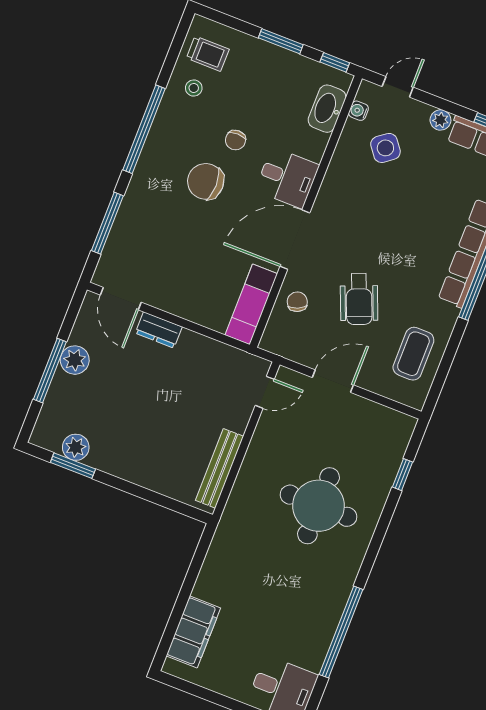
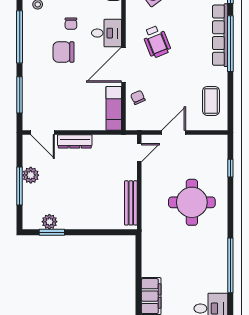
wheelchair: (359, 299) -> (156, 42), moved
dresser: (159, 330) -> (75, 141), width x1.44

